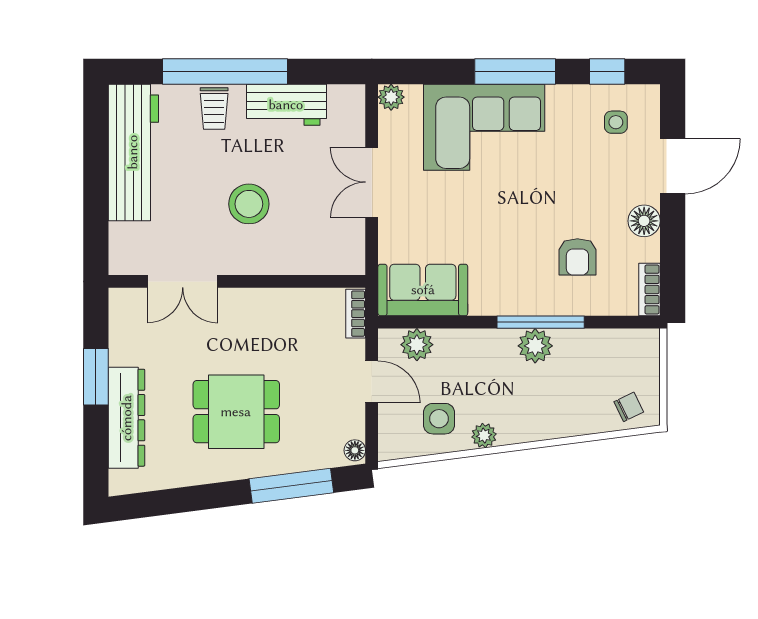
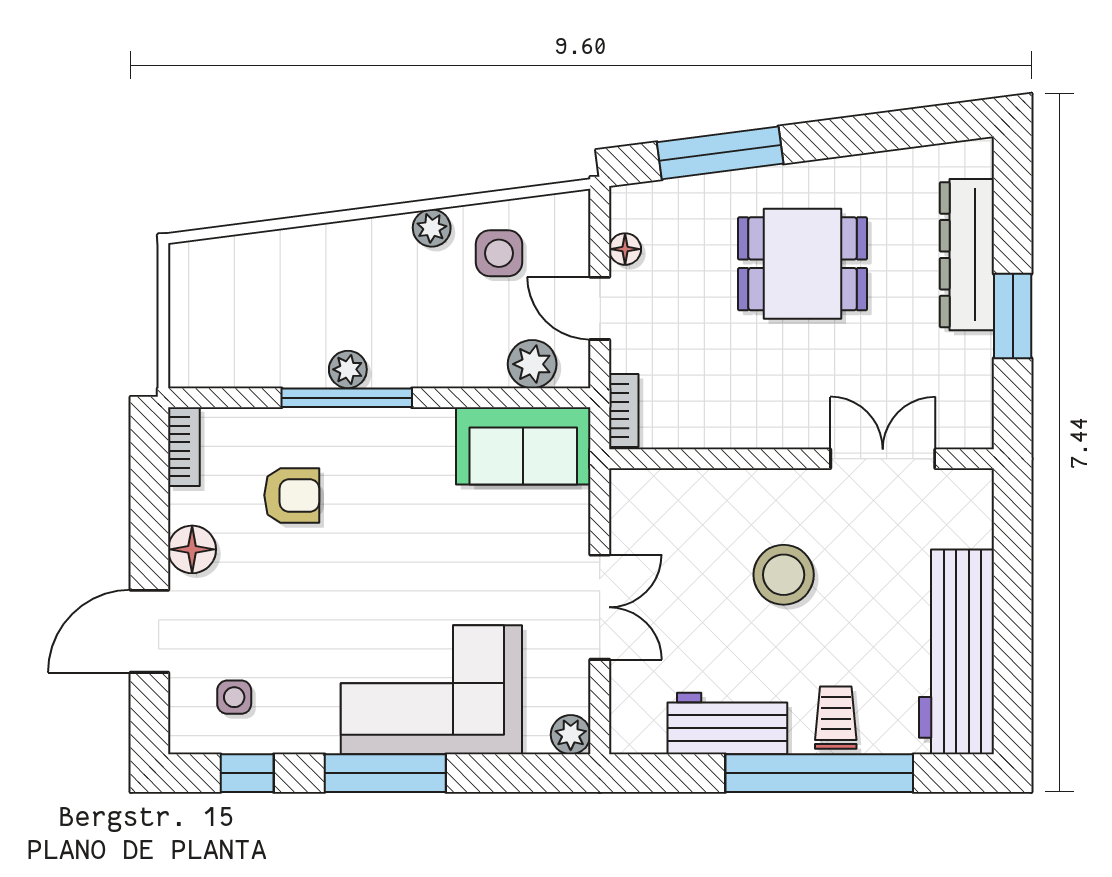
armchair: (577, 257) -> (292, 495), turned 90
plant: (535, 346) -> (348, 369), width x0.73, depth x0.73
chair: (629, 407) -> (215, 271), removed
floor lamp: (355, 450) -> (625, 249), moved

